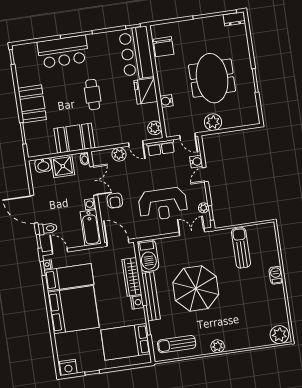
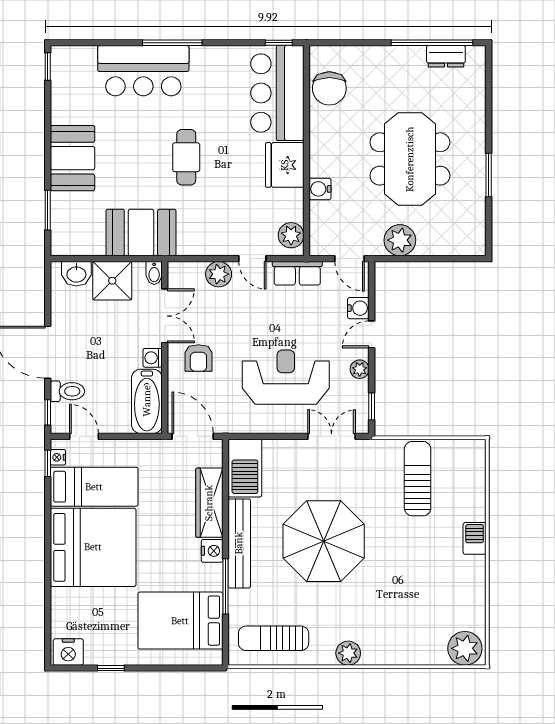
dresser: (234, 19) -> (446, 56), moved
reception desk: (163, 204) -> (286, 377), turned 180
plant: (204, 208) -> (360, 369), moved

